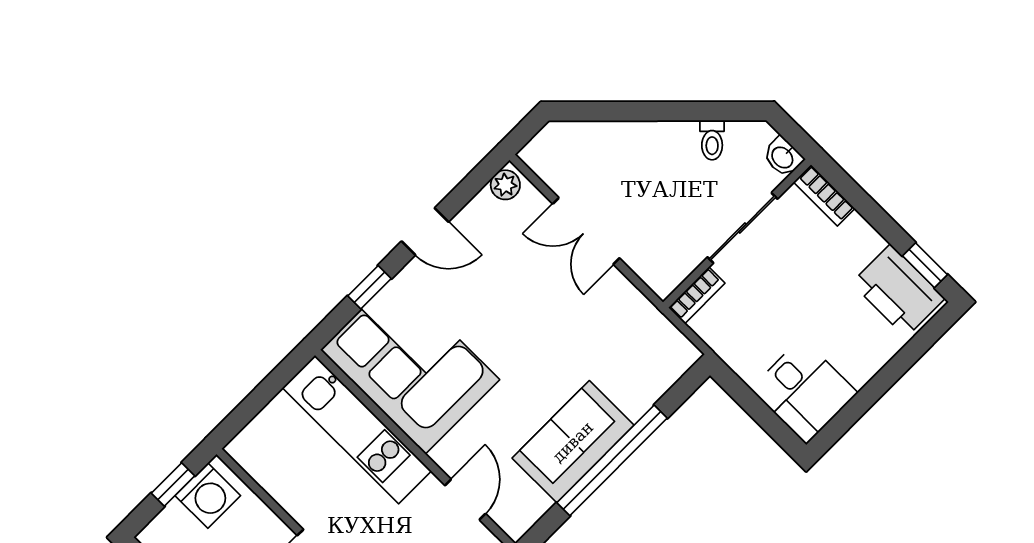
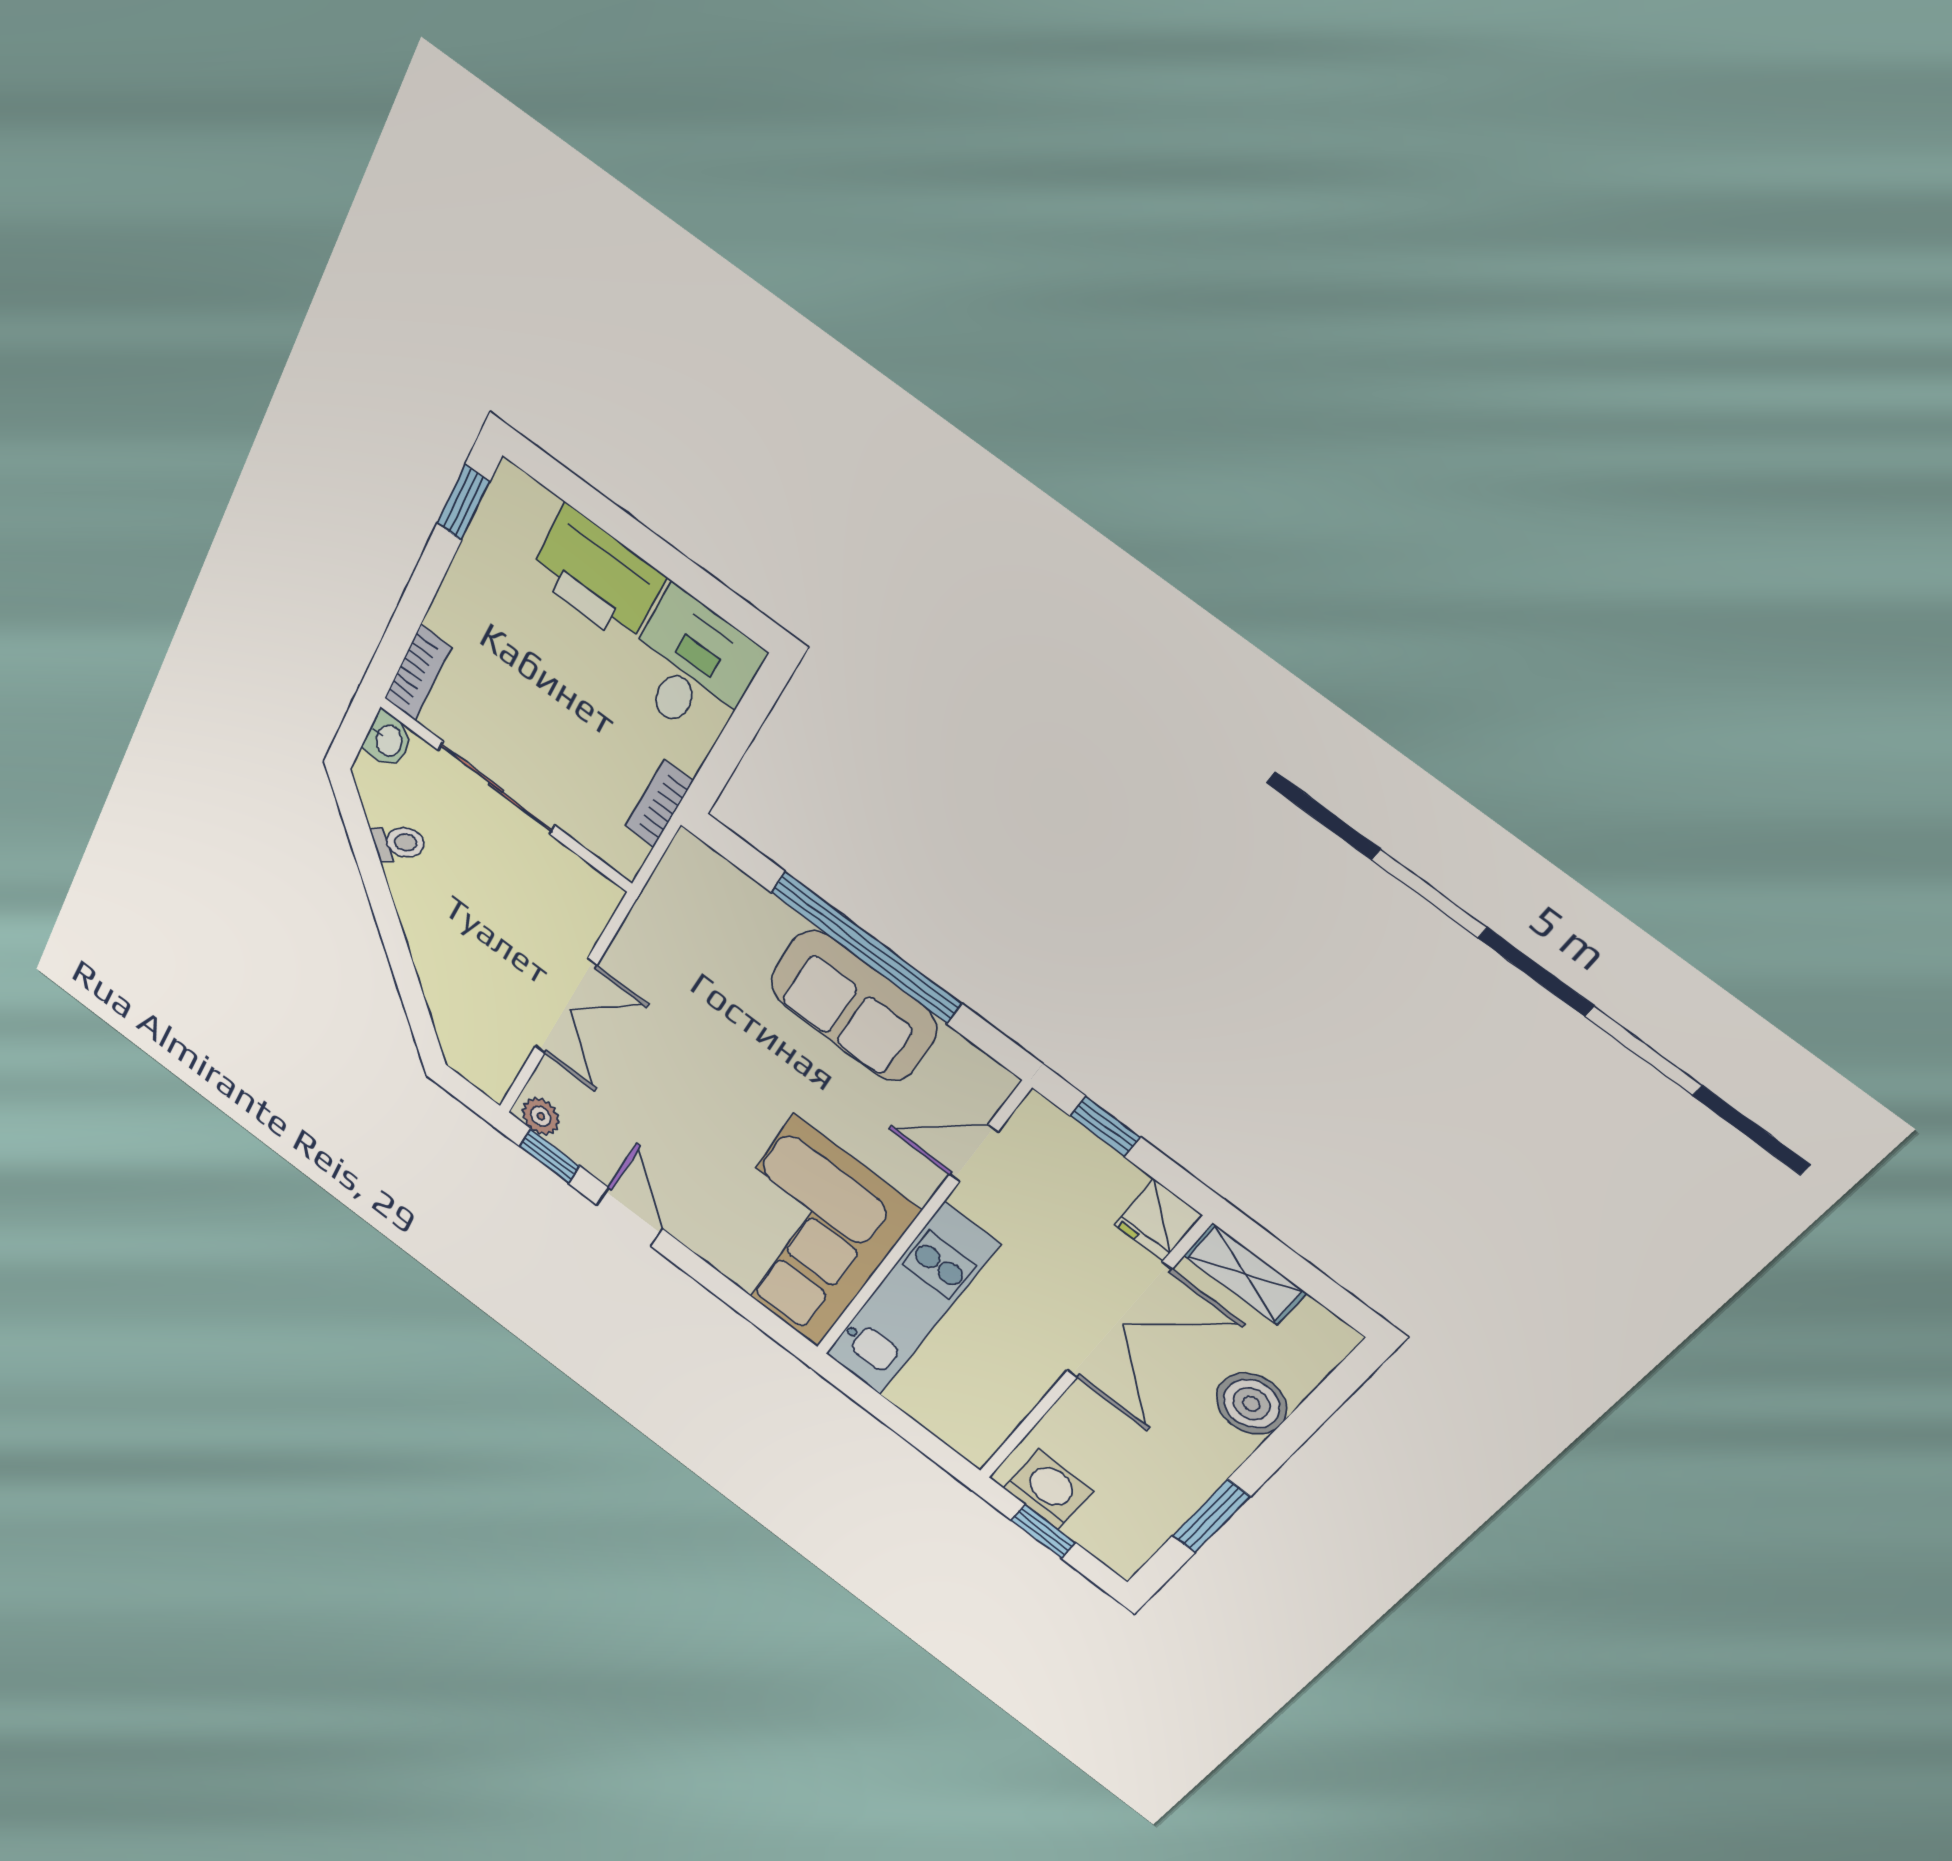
window: (369, 287) -> (550, 1156), moved
printer: (898, 291) -> (597, 575), moved, turned 90
bookcase: (697, 295) -> (659, 804), moved, turned -90

